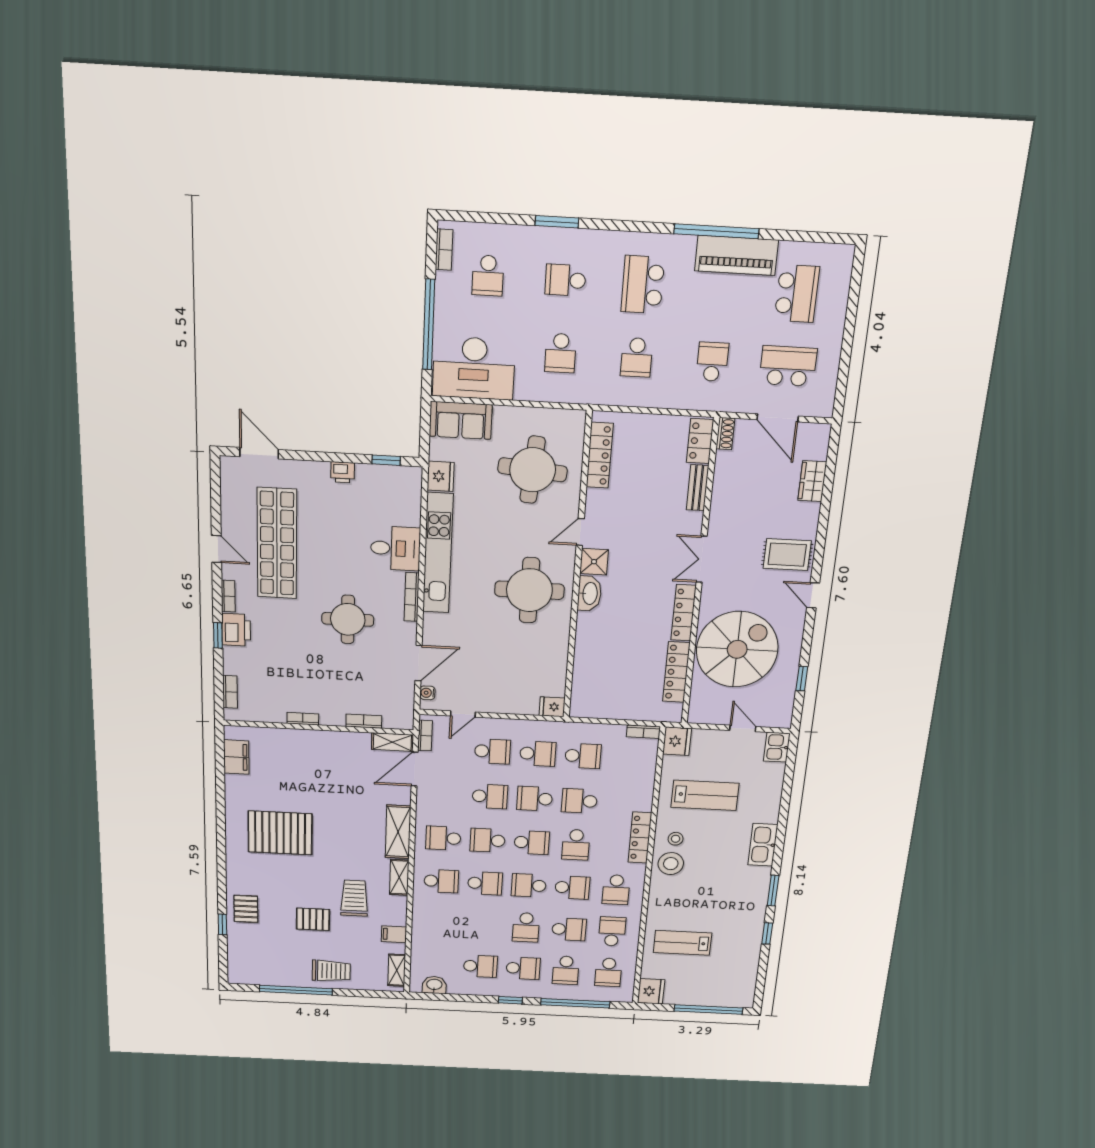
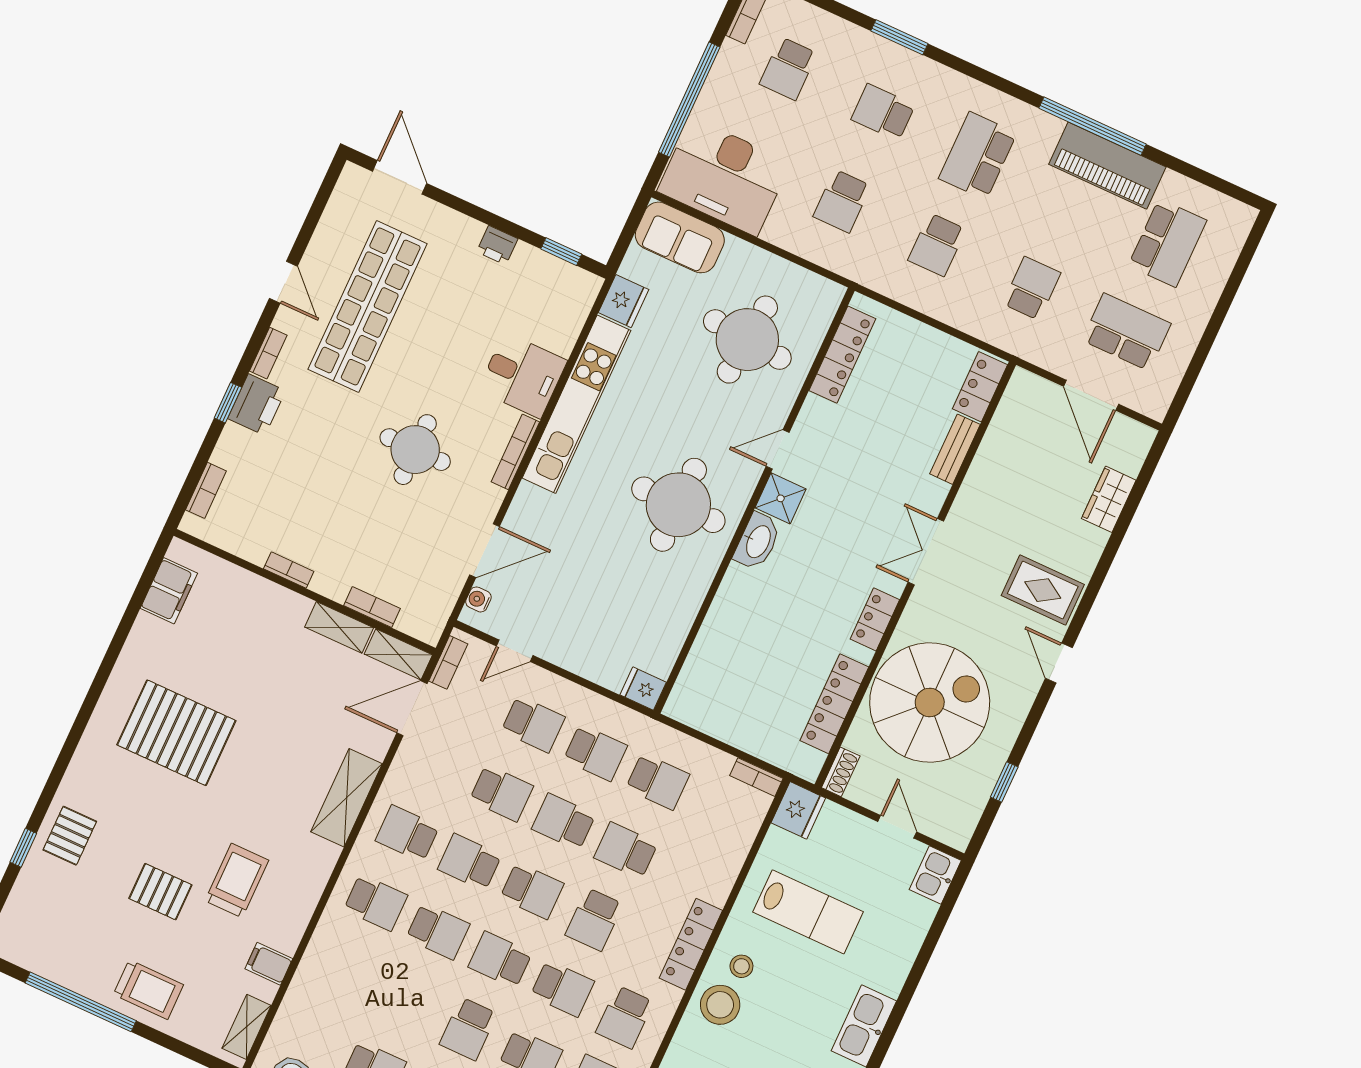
shoe rack: (725, 434) -> (841, 772), moved
locker: (683, 613) -> (875, 619), width x0.66
shelving: (399, 877) -> (339, 627), moved, turned 90

